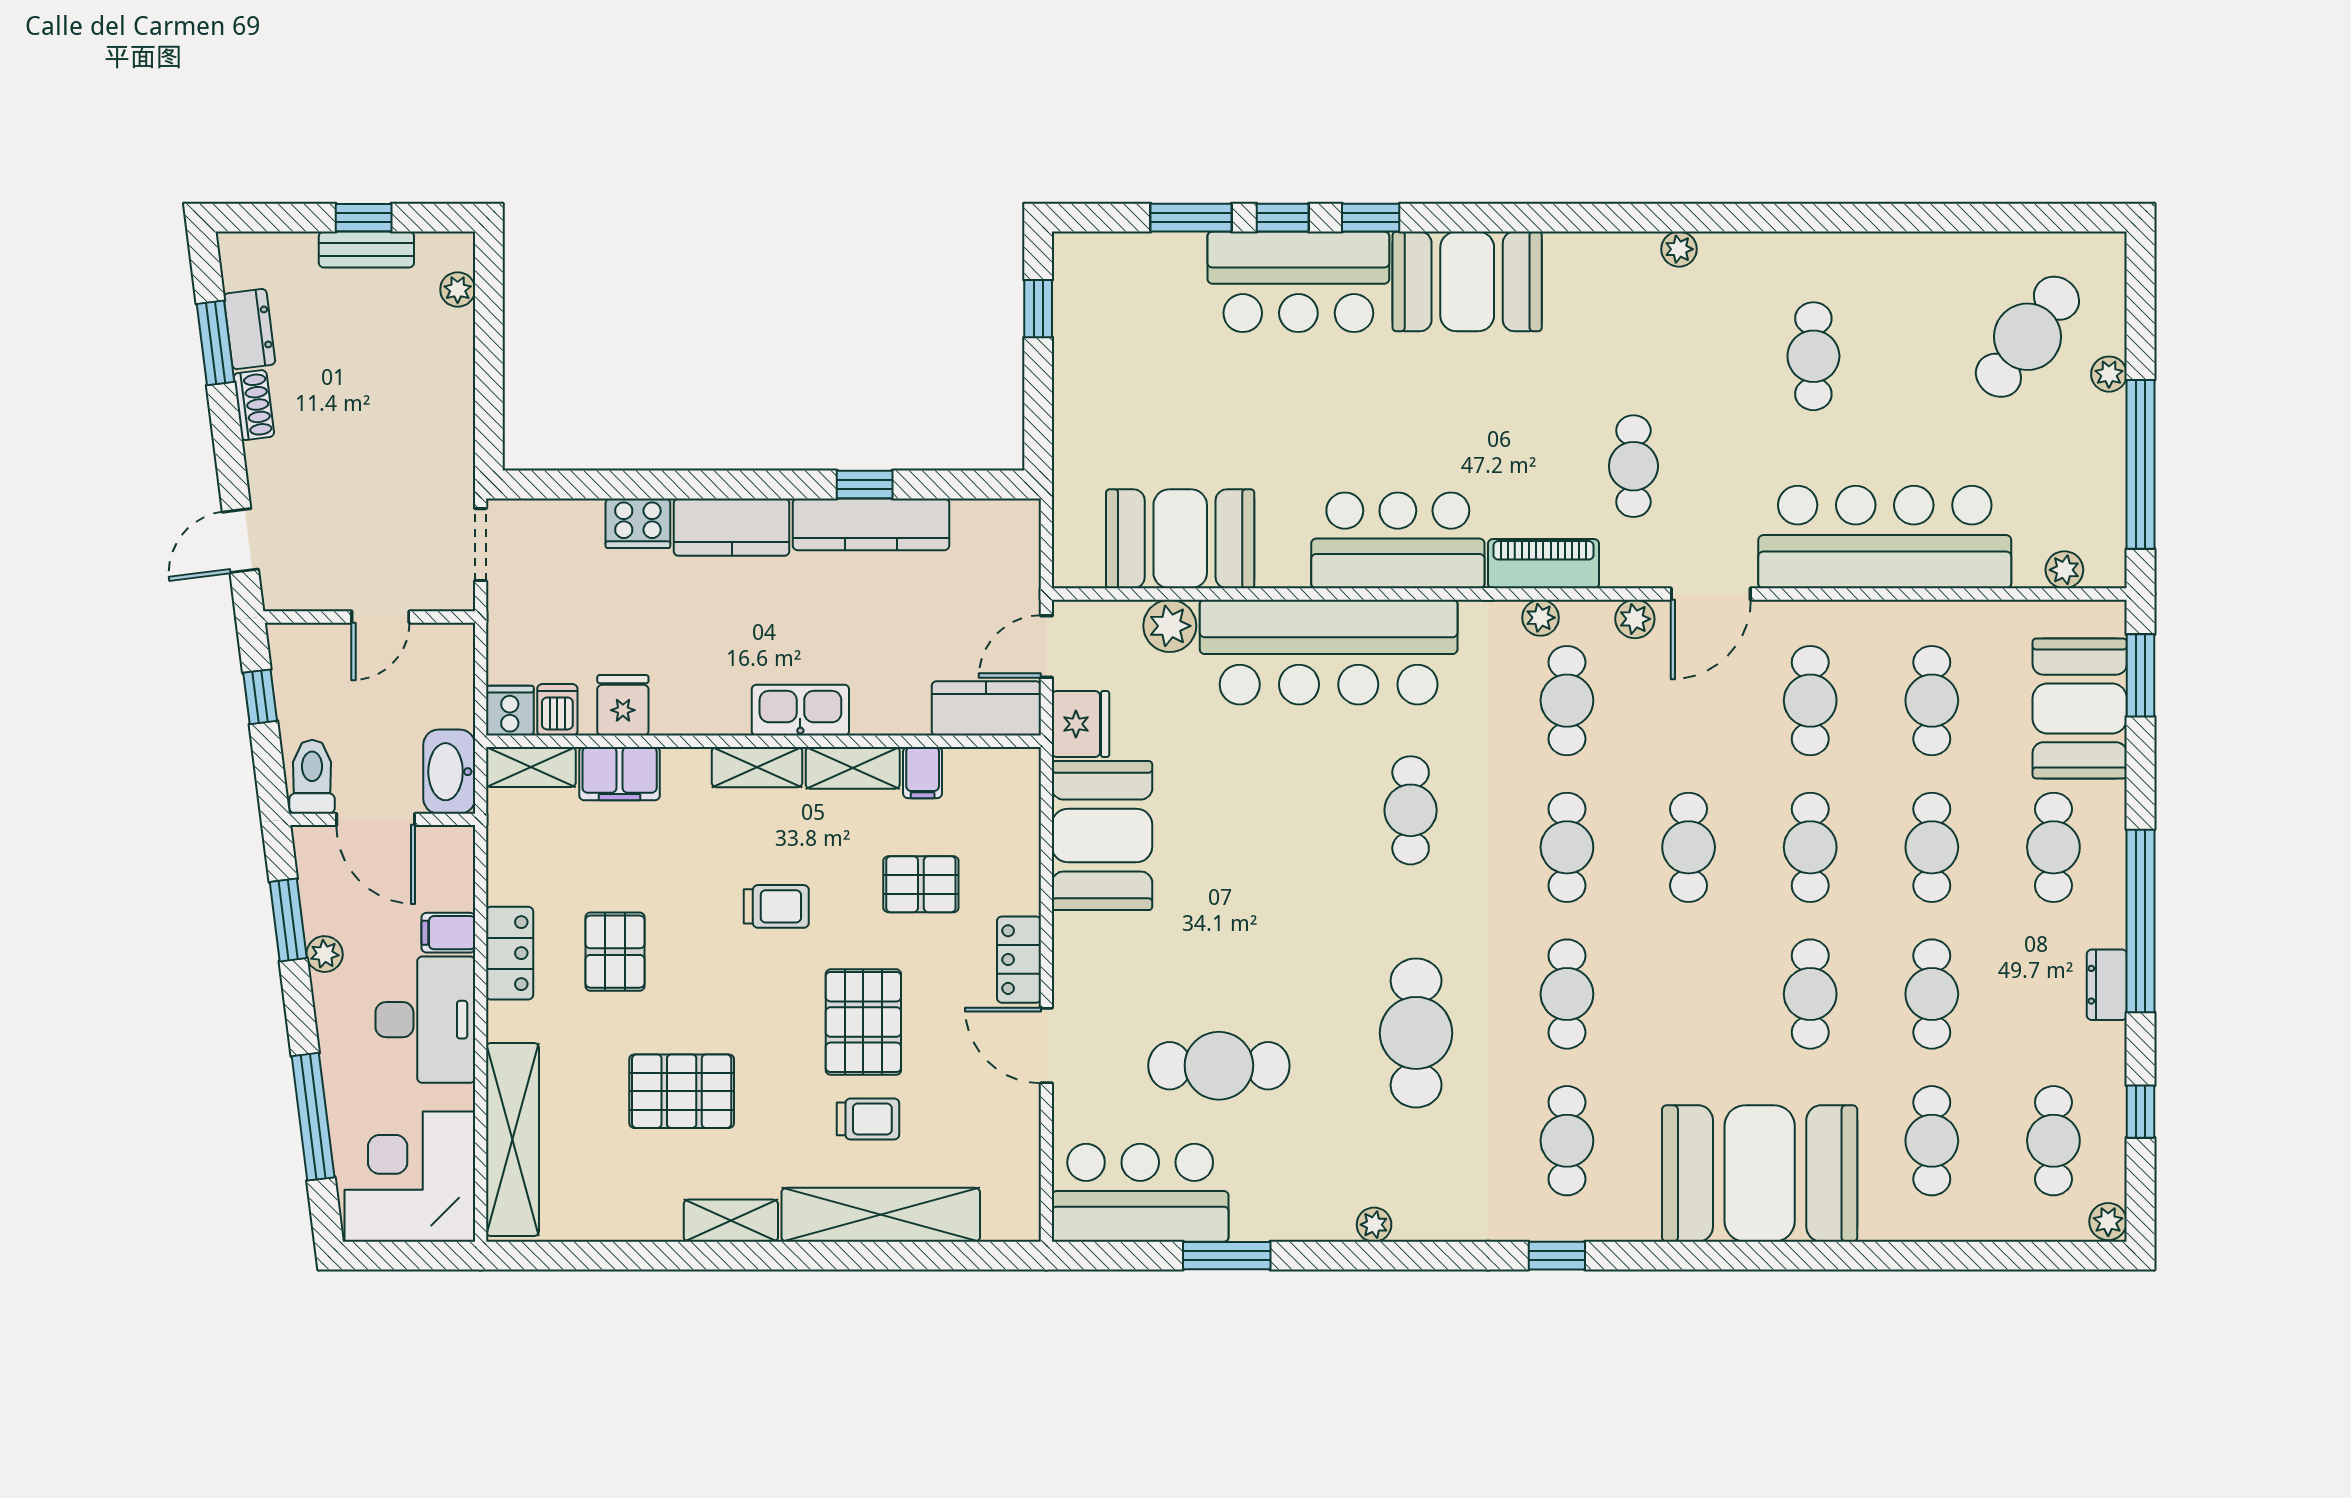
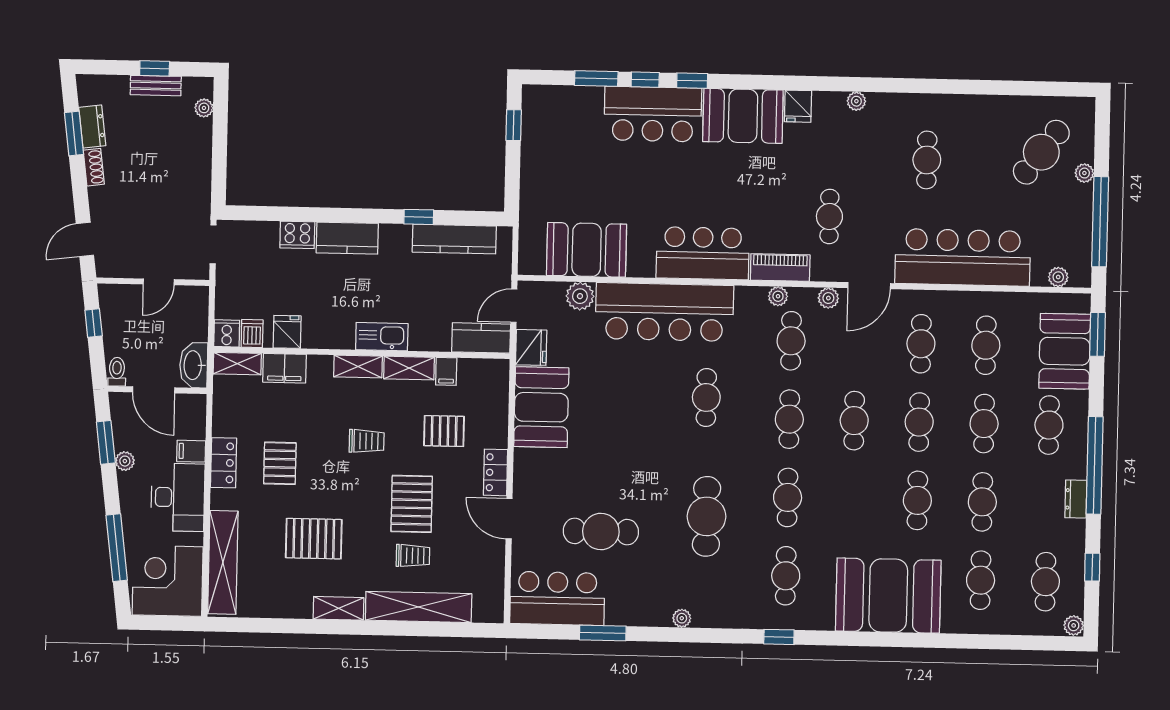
fridge: (1570, 261) -> (798, 106), added
kitchen counter: (871, 524) -> (454, 239), moved
toilet: (312, 777) -> (117, 372), width x0.73, depth x0.72

